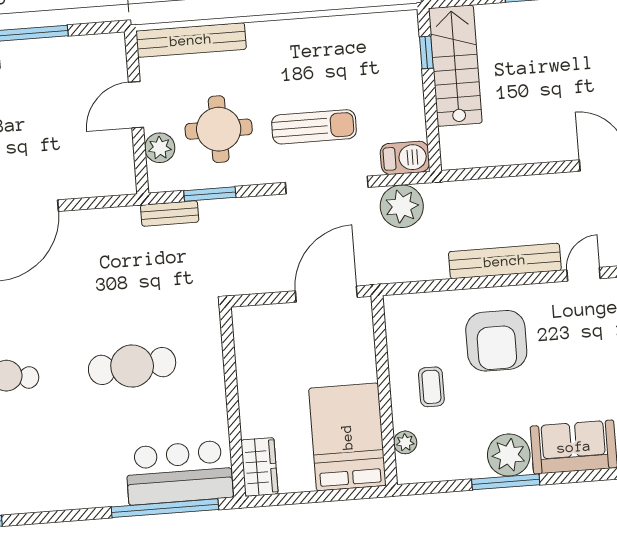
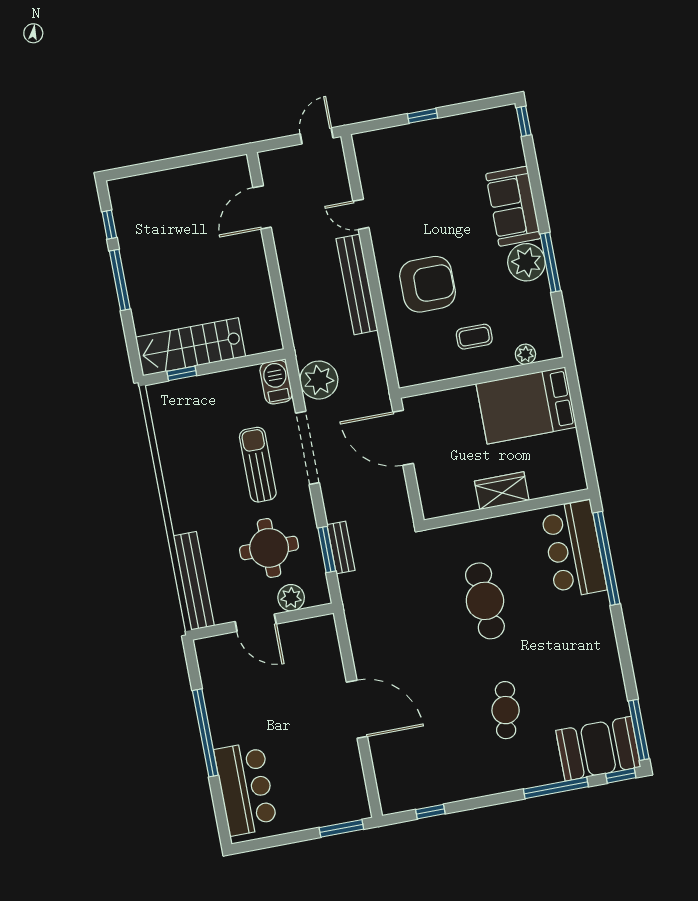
bench: (170, 213) -> (341, 547), moved
wardrobe: (259, 467) -> (502, 491), moved

